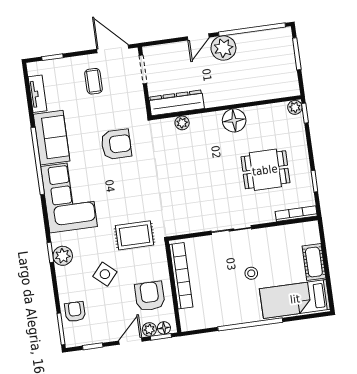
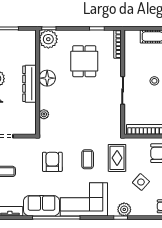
dresser: (177, 103) -> (29, 84), moved
plant: (295, 107) -> (48, 39), width x1.87, depth x1.87
coffee table: (127, 194) -> (88, 159), added

